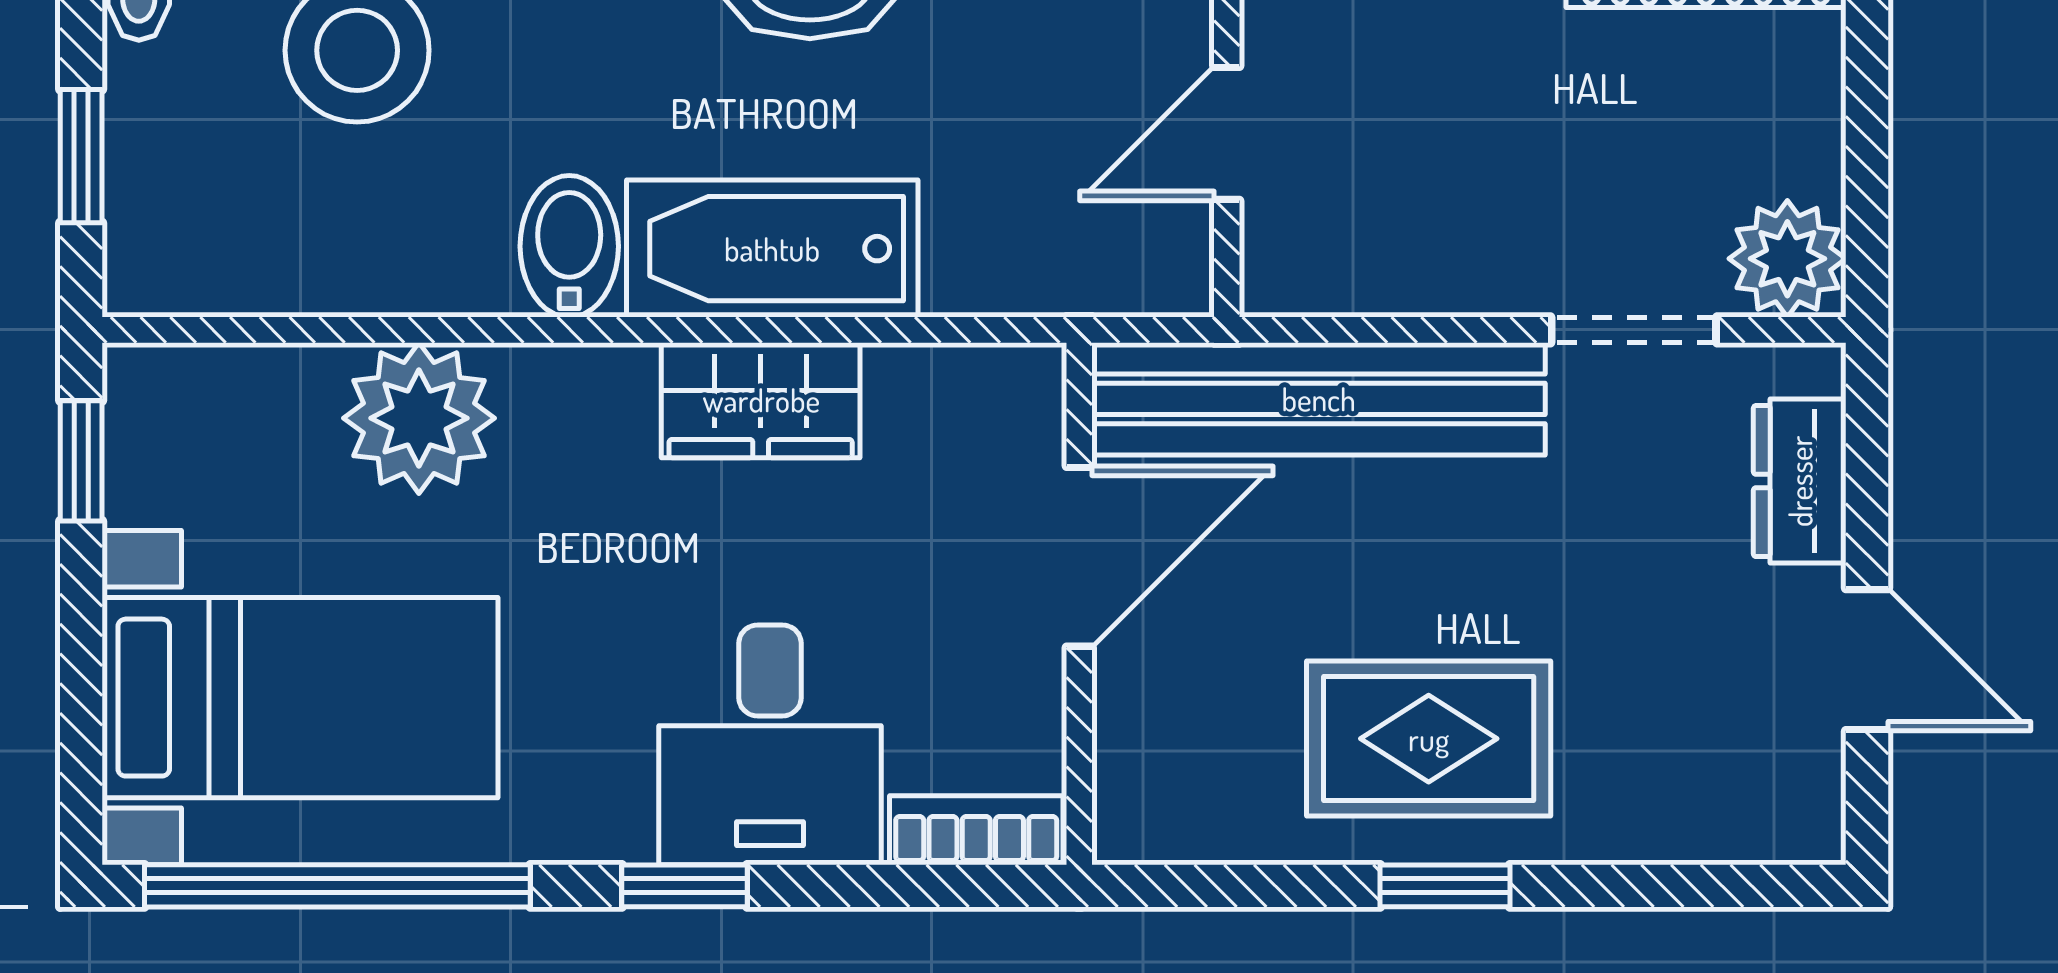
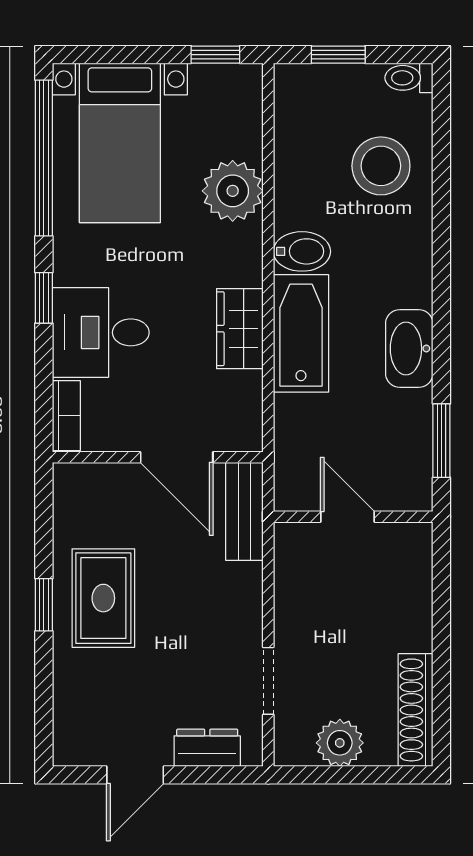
plant: (1787, 259) -> (340, 743), moved
bench: (1319, 399) -> (244, 511), width x0.54, depth x0.82

